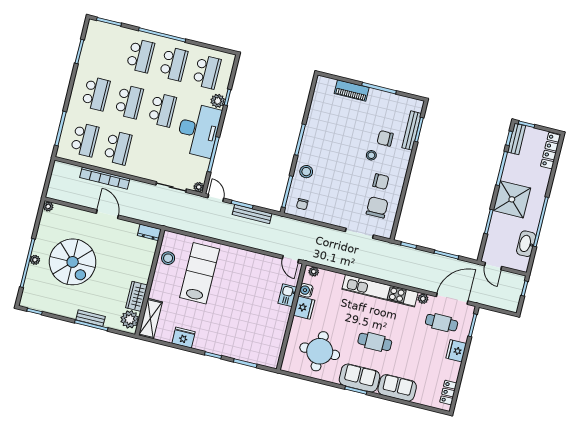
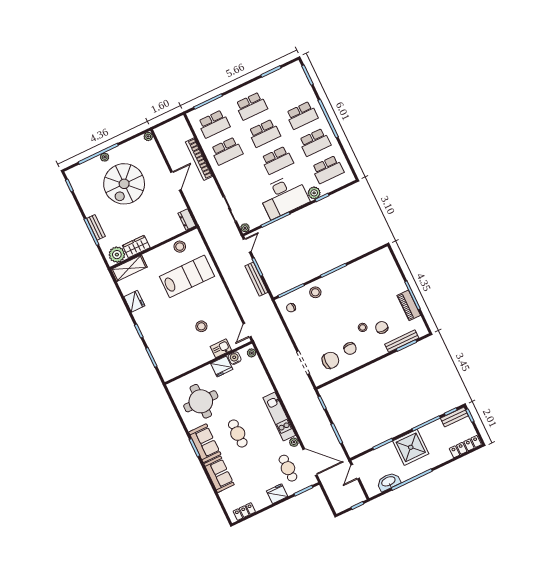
piano: (352, 90) -> (409, 305), moved
kitchen unit: (380, 291) -> (279, 416), width x0.73
stool: (254, 297) -> (201, 326), added

